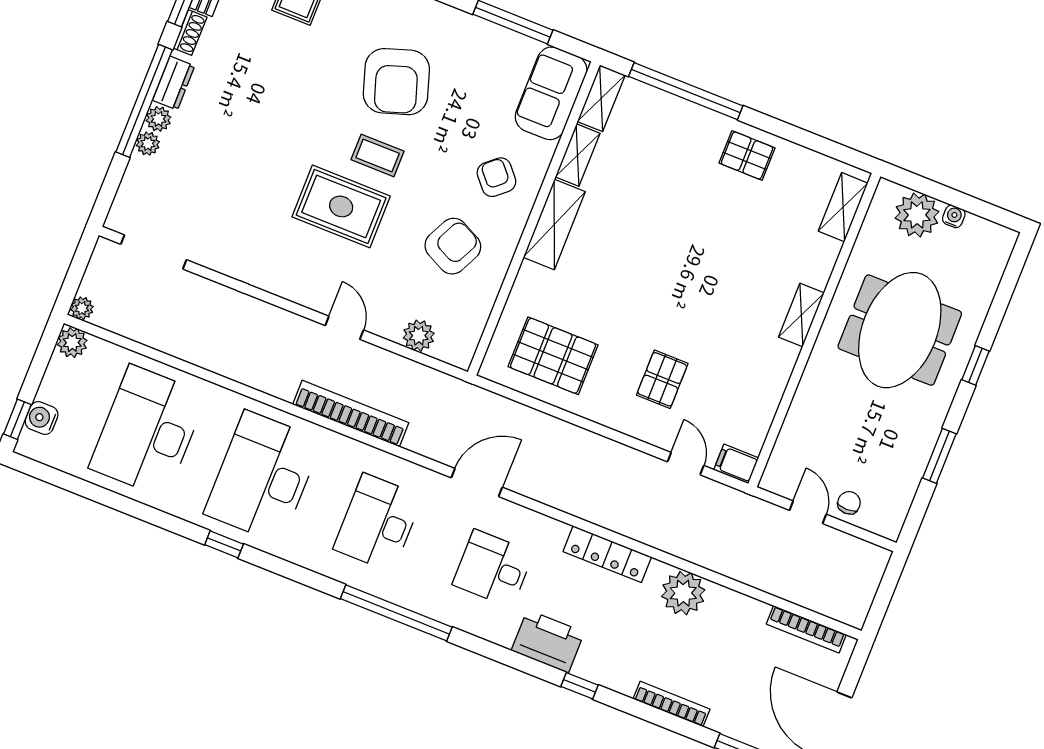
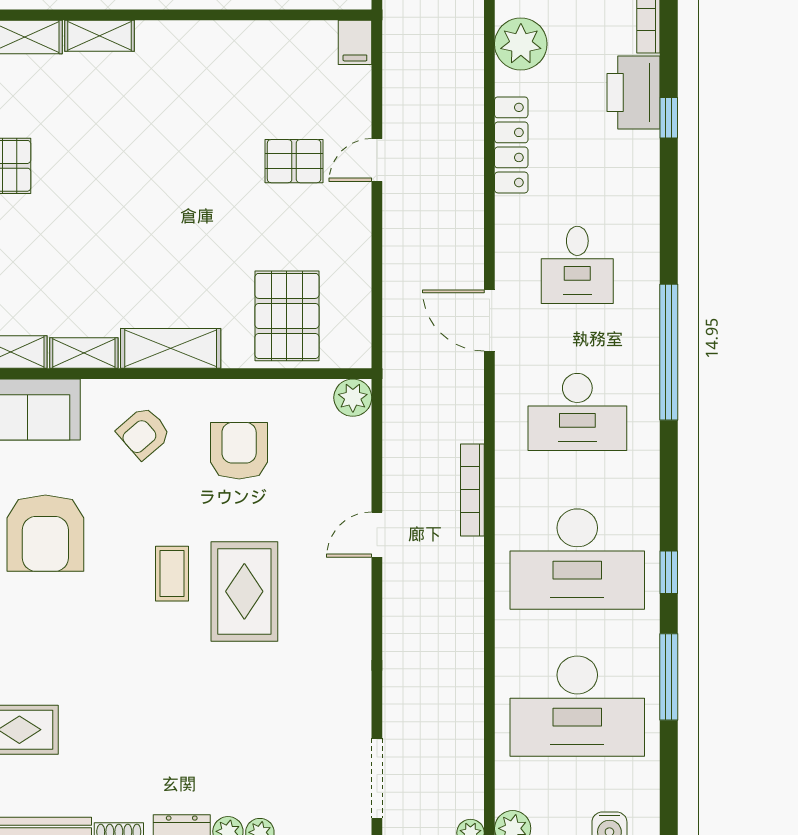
armchair: (396, 82) -> (45, 533), moved, turned 108
armchair: (453, 246) -> (239, 451), turned 64
shelving: (801, 315) -> (100, 36), moved
plant: (419, 336) -> (353, 398), moved
pallet: (553, 356) -> (287, 316), moved
bookcase: (351, 413) -> (472, 490), width x0.68, depth x0.76
door: (686, 464) -> (377, 160), moved
window: (142, 512) -> (669, 677), added
printer: (548, 641) -> (634, 93), moved

